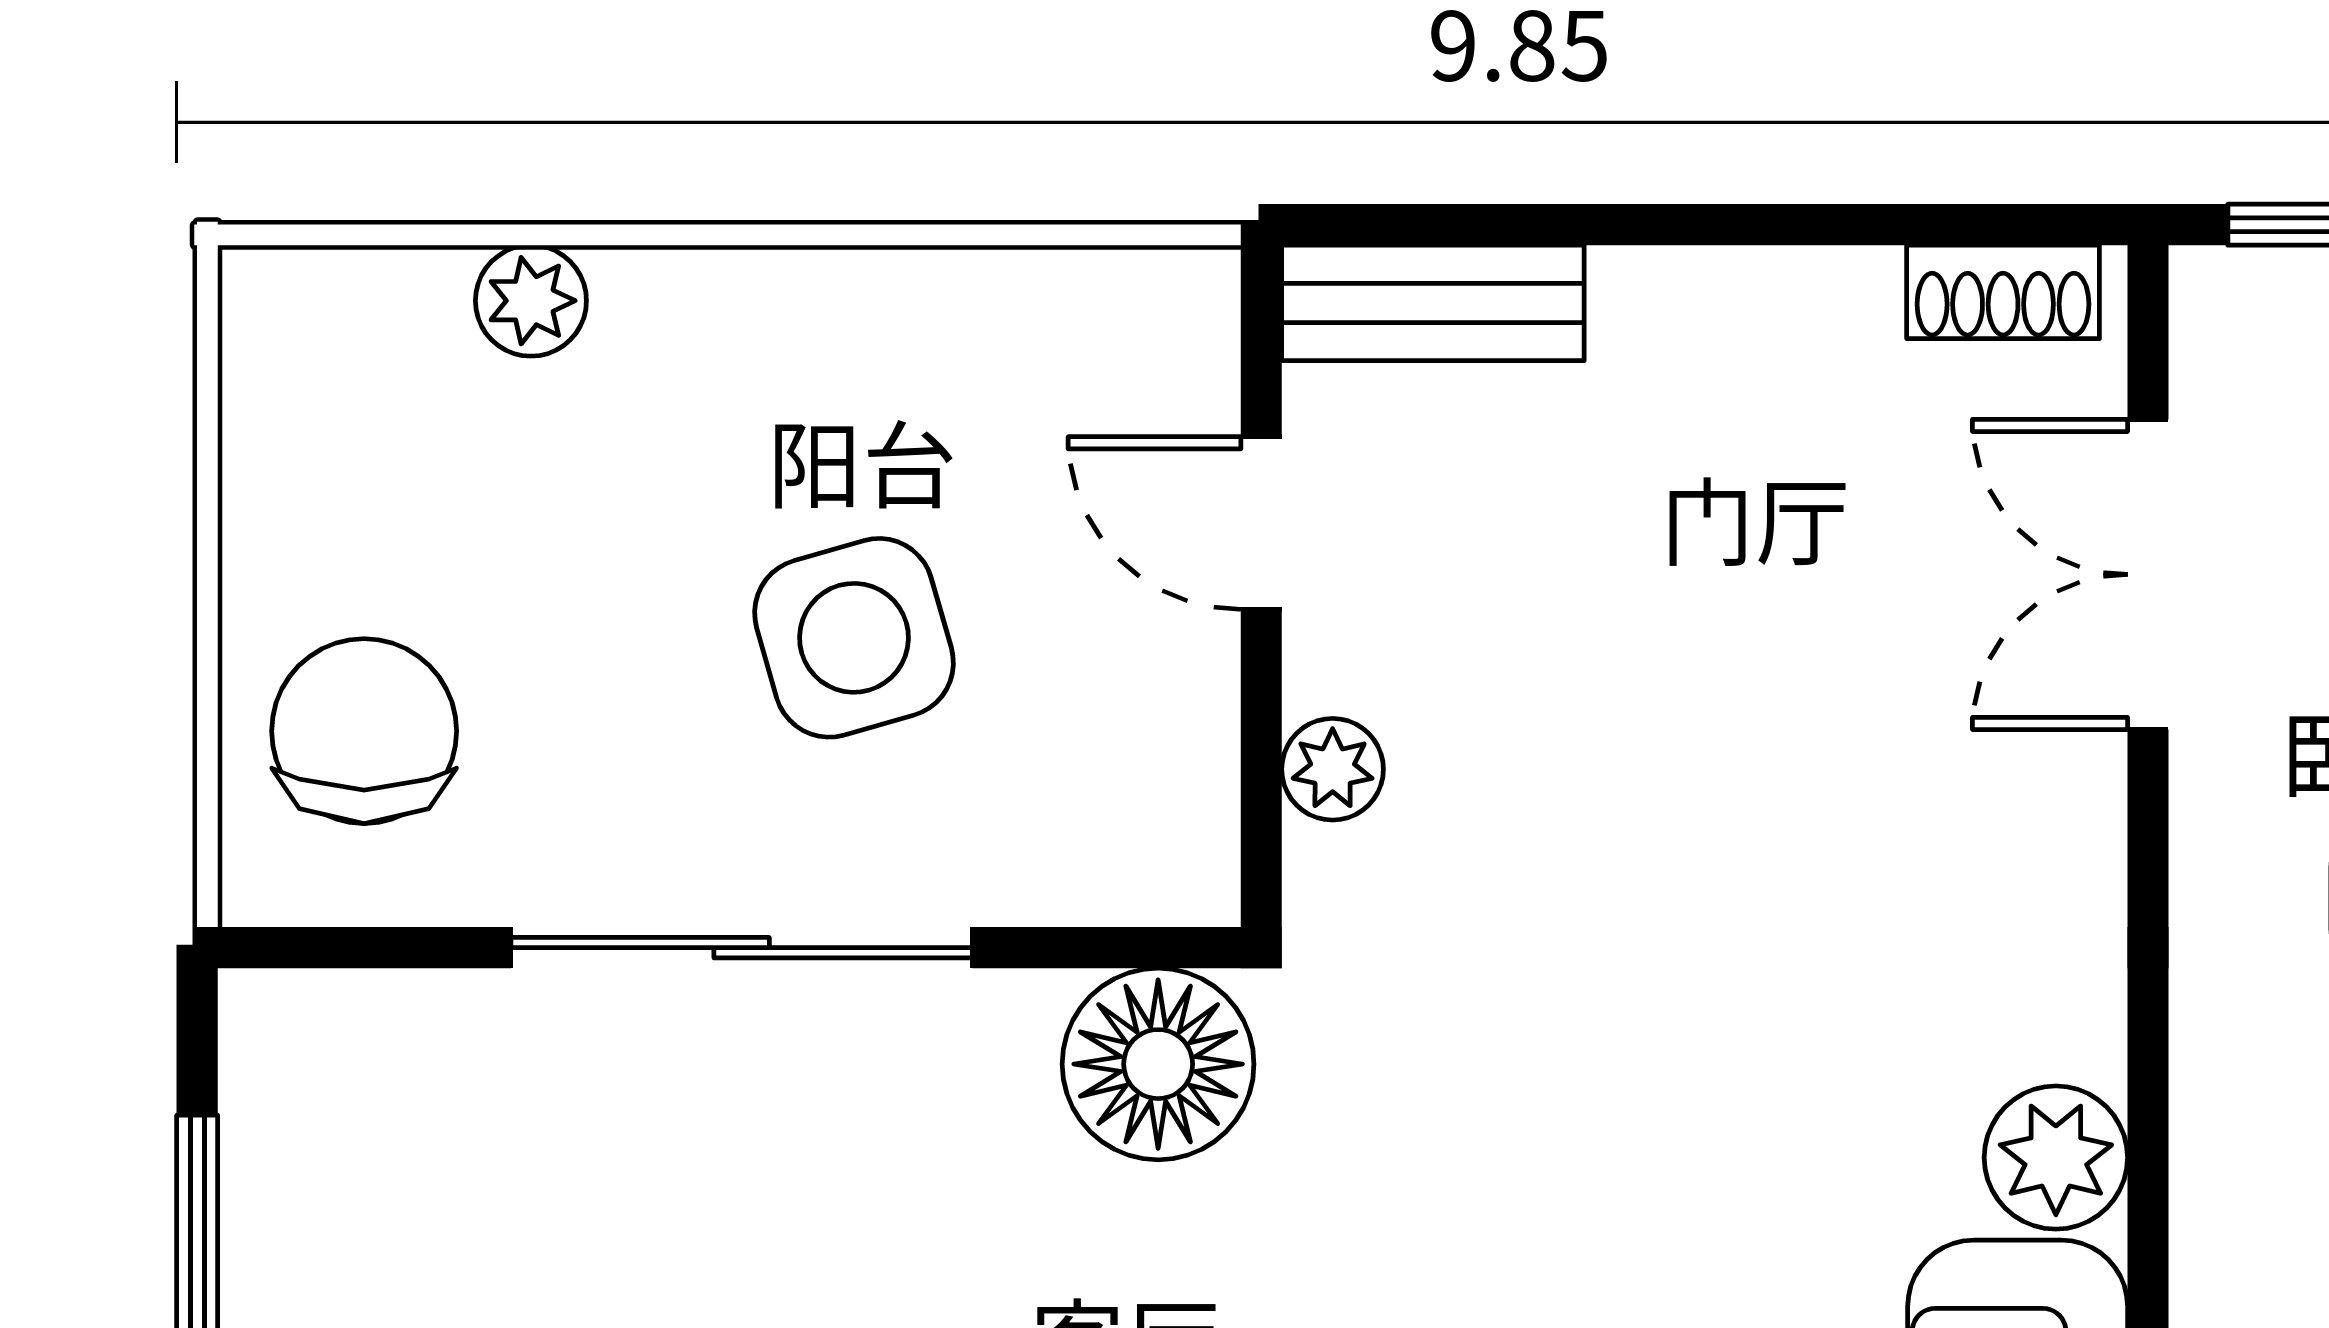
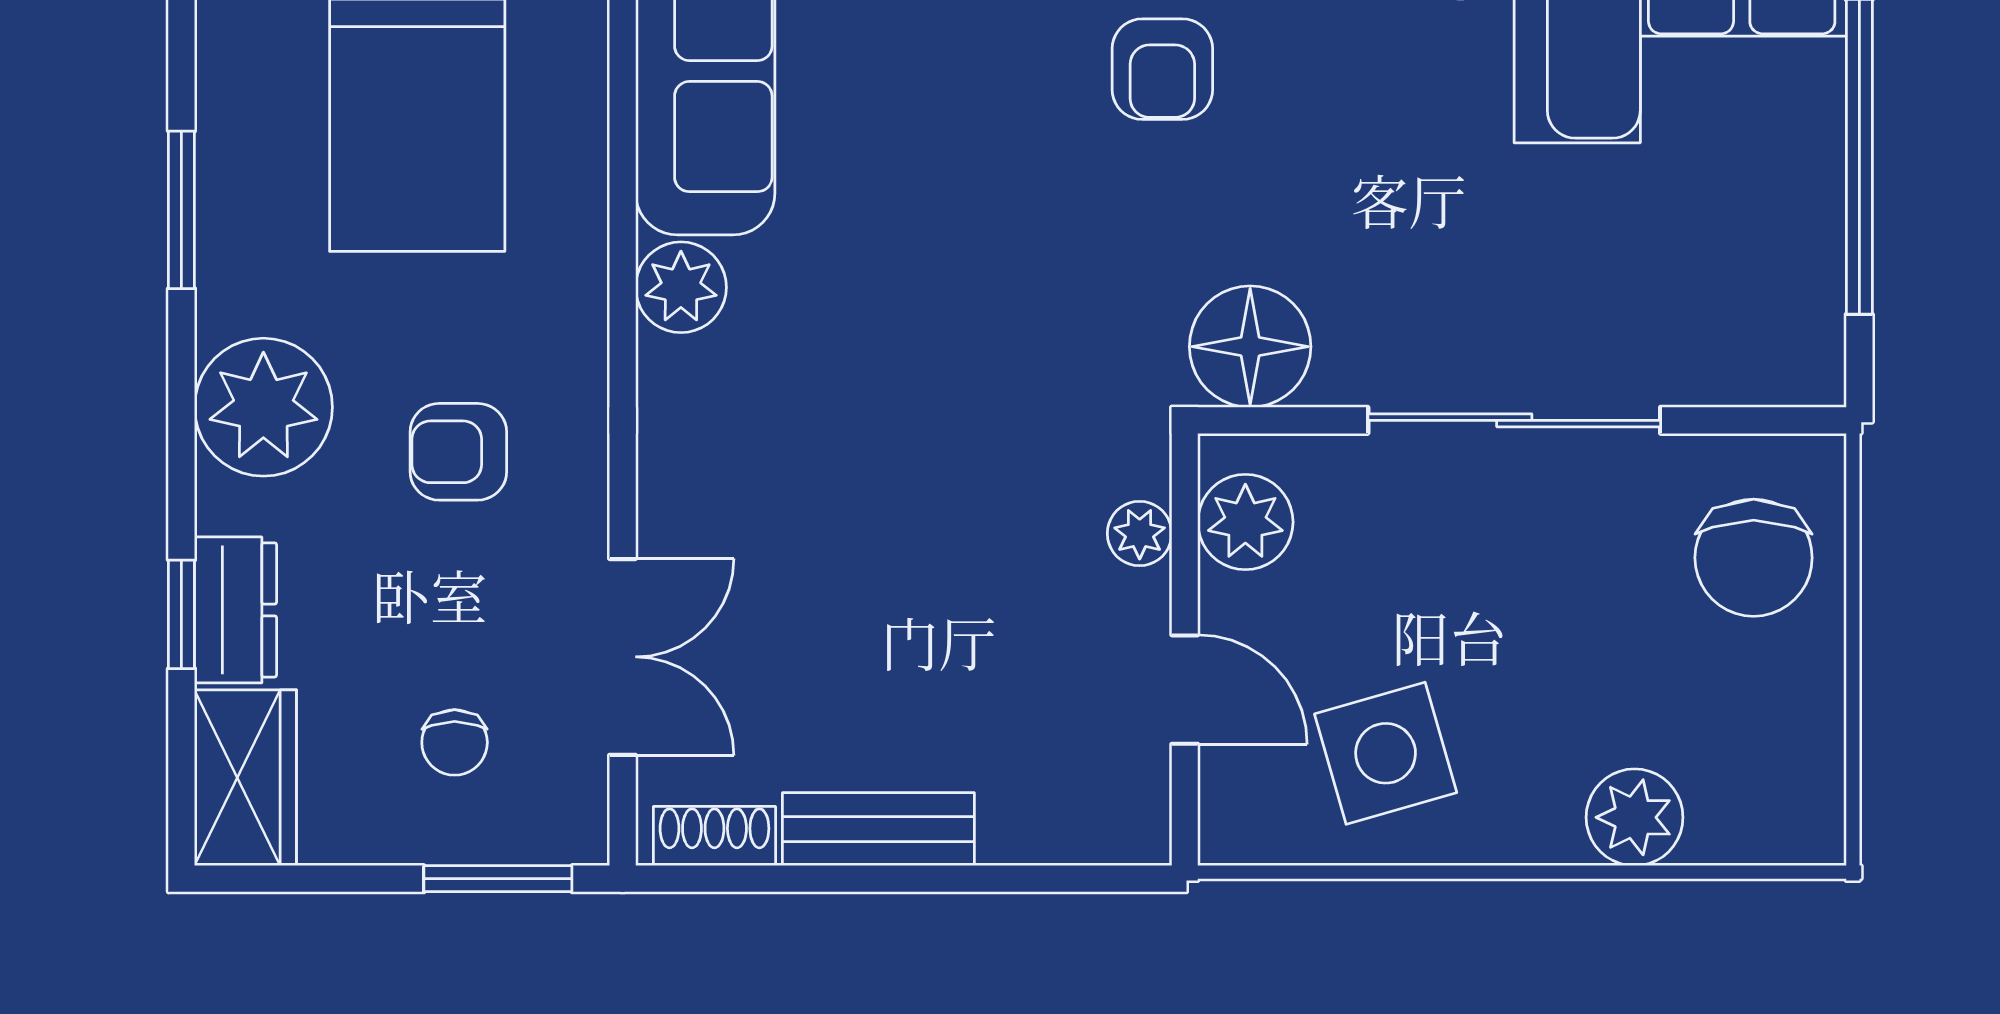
plant: (531, 301) -> (1635, 817), width x1.38, depth x1.38
bench: (1433, 303) -> (878, 829), moved
side table: (854, 638) -> (1386, 753), moved
plant: (1166, 787) -> (1245, 522), added

